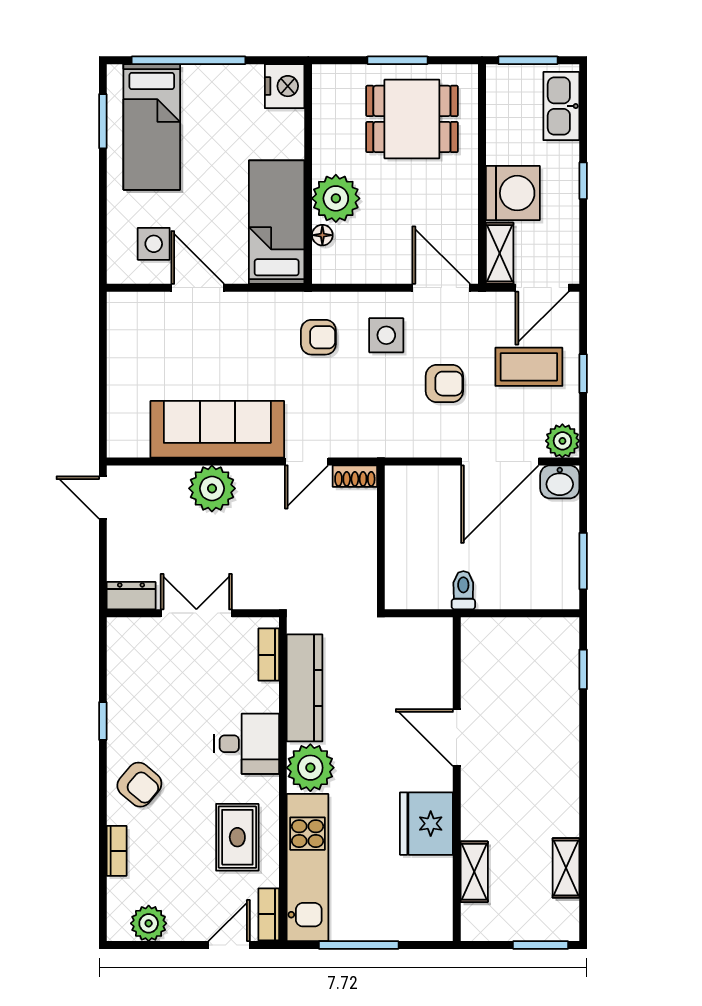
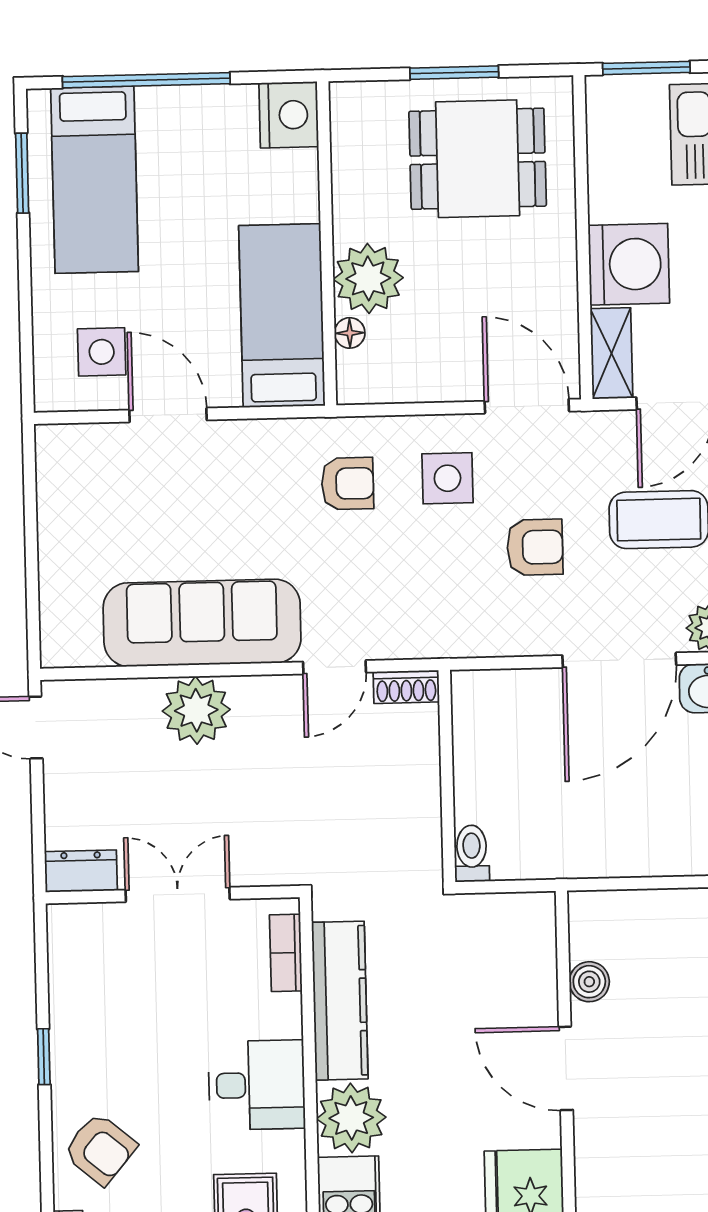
toilet: (463, 590) -> (472, 854), moved
boiler: (474, 679) -> (589, 982), added

